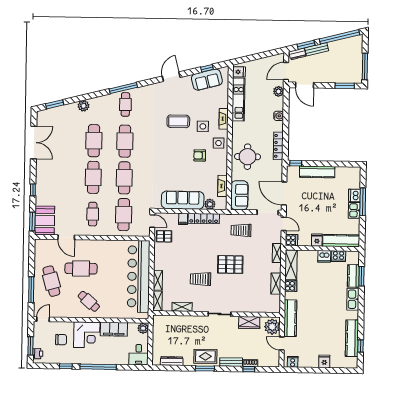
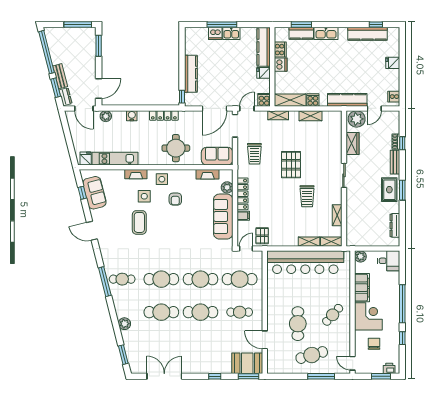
door: (66, 237) -> (265, 340), swing flipped

